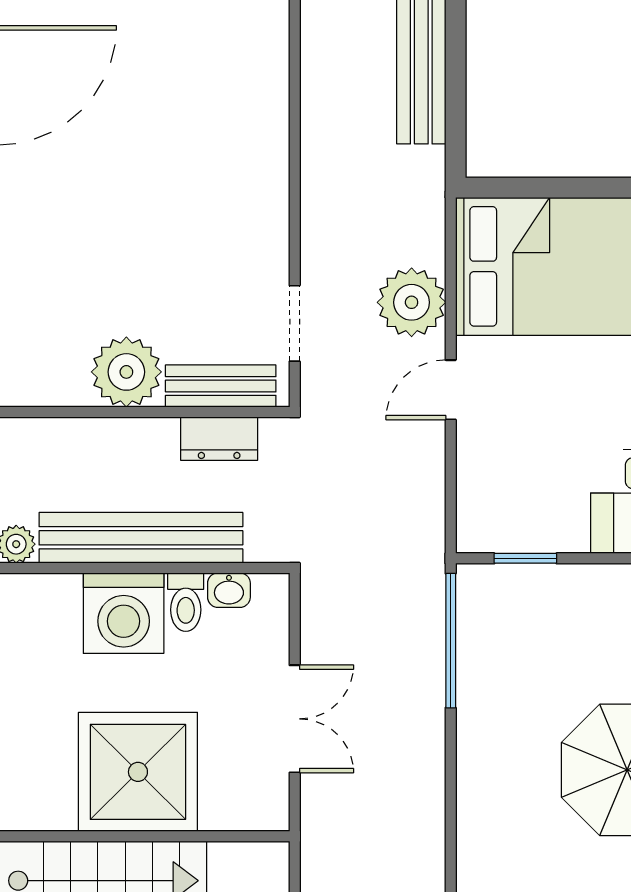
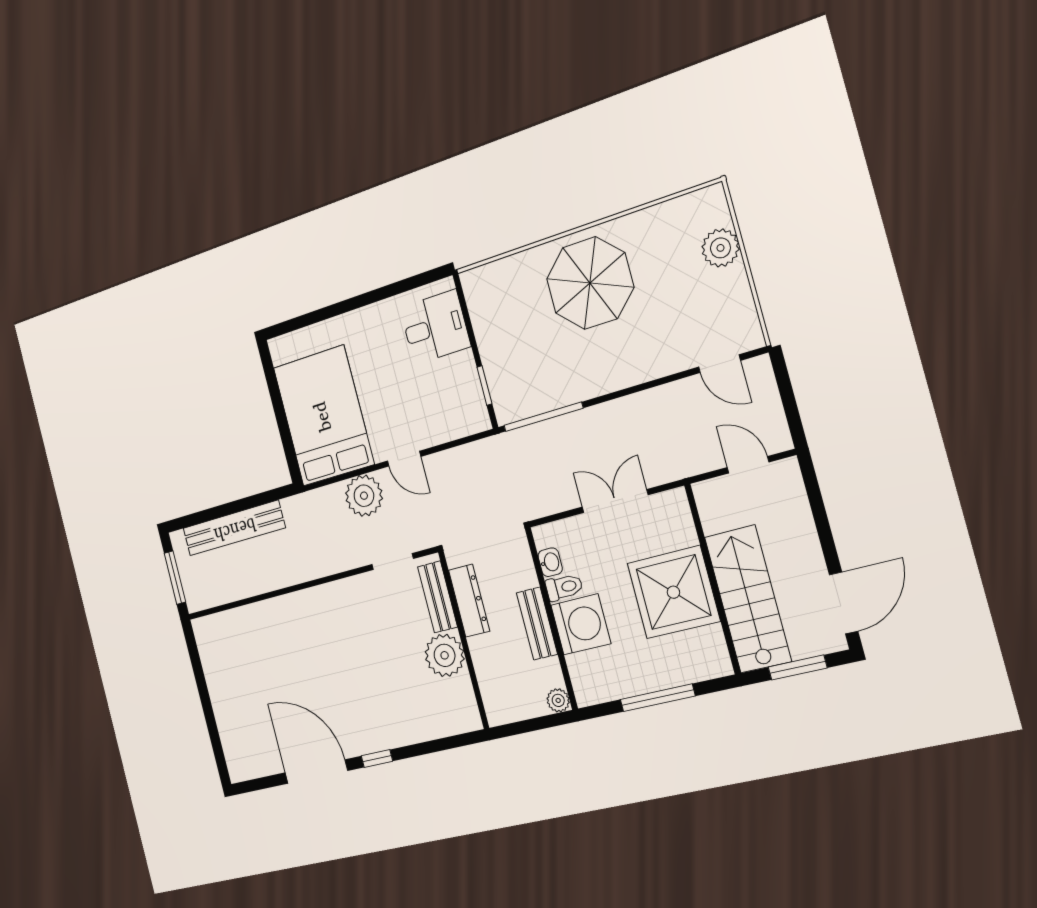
dresser: (219, 439) -> (469, 601), width x1.44
bench: (141, 538) -> (537, 623), width x0.54, depth x0.82

